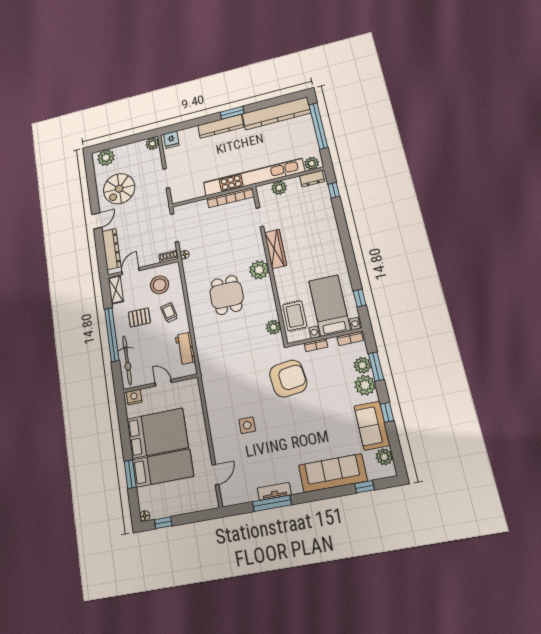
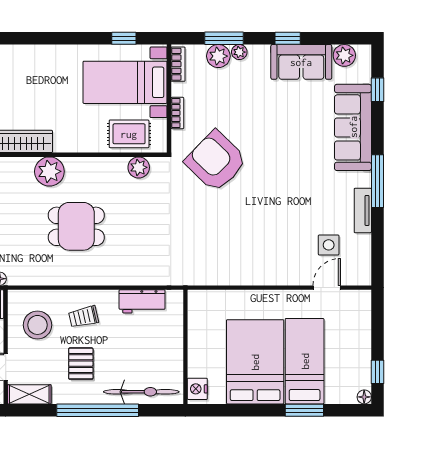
armchair: (288, 379) -> (216, 161), turned -39
door: (163, 383) -> (185, 342), removed
plant: (365, 385) -> (239, 52), width x0.53, depth x0.53
side table: (247, 425) -> (329, 245), moved
door: (215, 475) -> (327, 288), hinge flipped
window: (272, 503) -> (377, 181), moved

